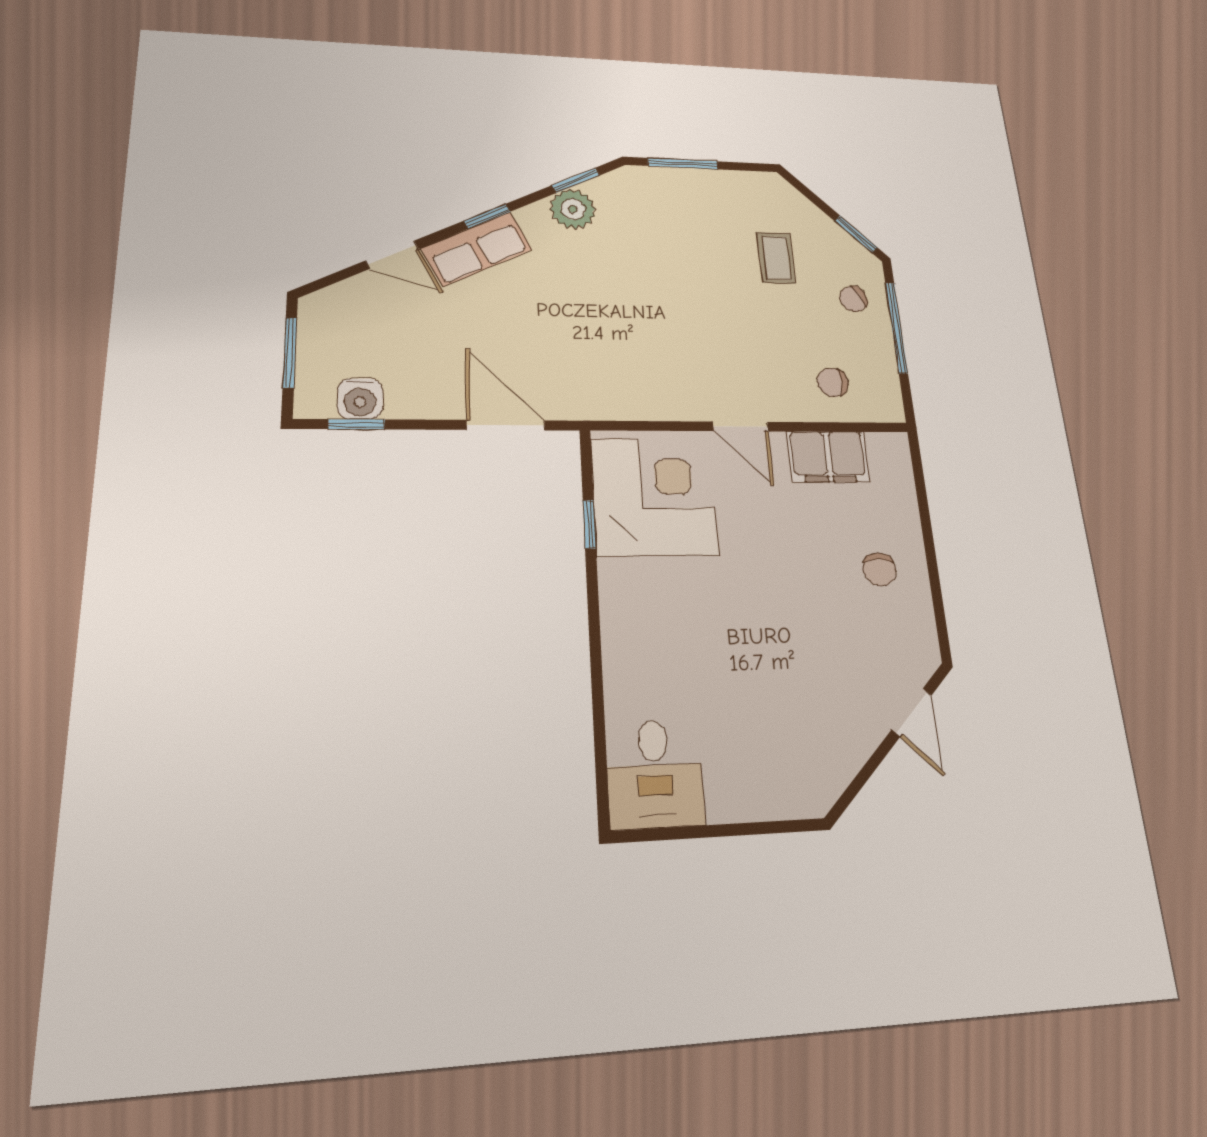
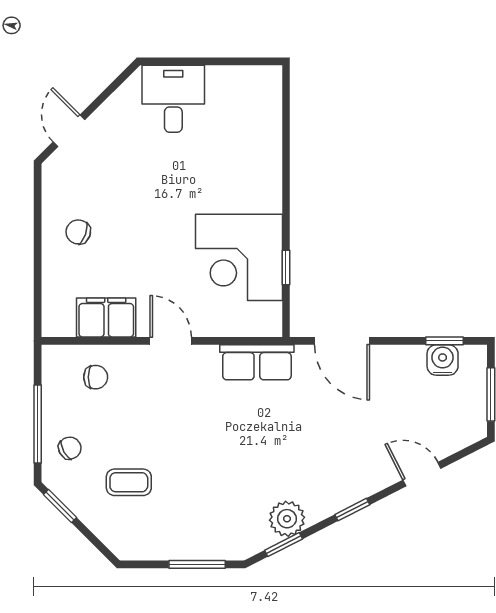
row of seats: (477, 249) -> (257, 362), moved, turned -153
coffee table: (776, 258) -> (129, 482), turned 90
corner desk: (654, 496) -> (239, 257), moved
chair: (879, 569) -> (78, 232), turned -70
desk: (655, 774) -> (173, 99), moved

